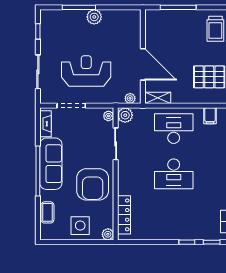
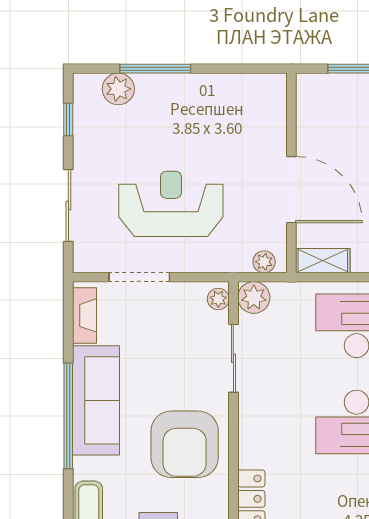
plant: (94, 17) -> (118, 89), moved

